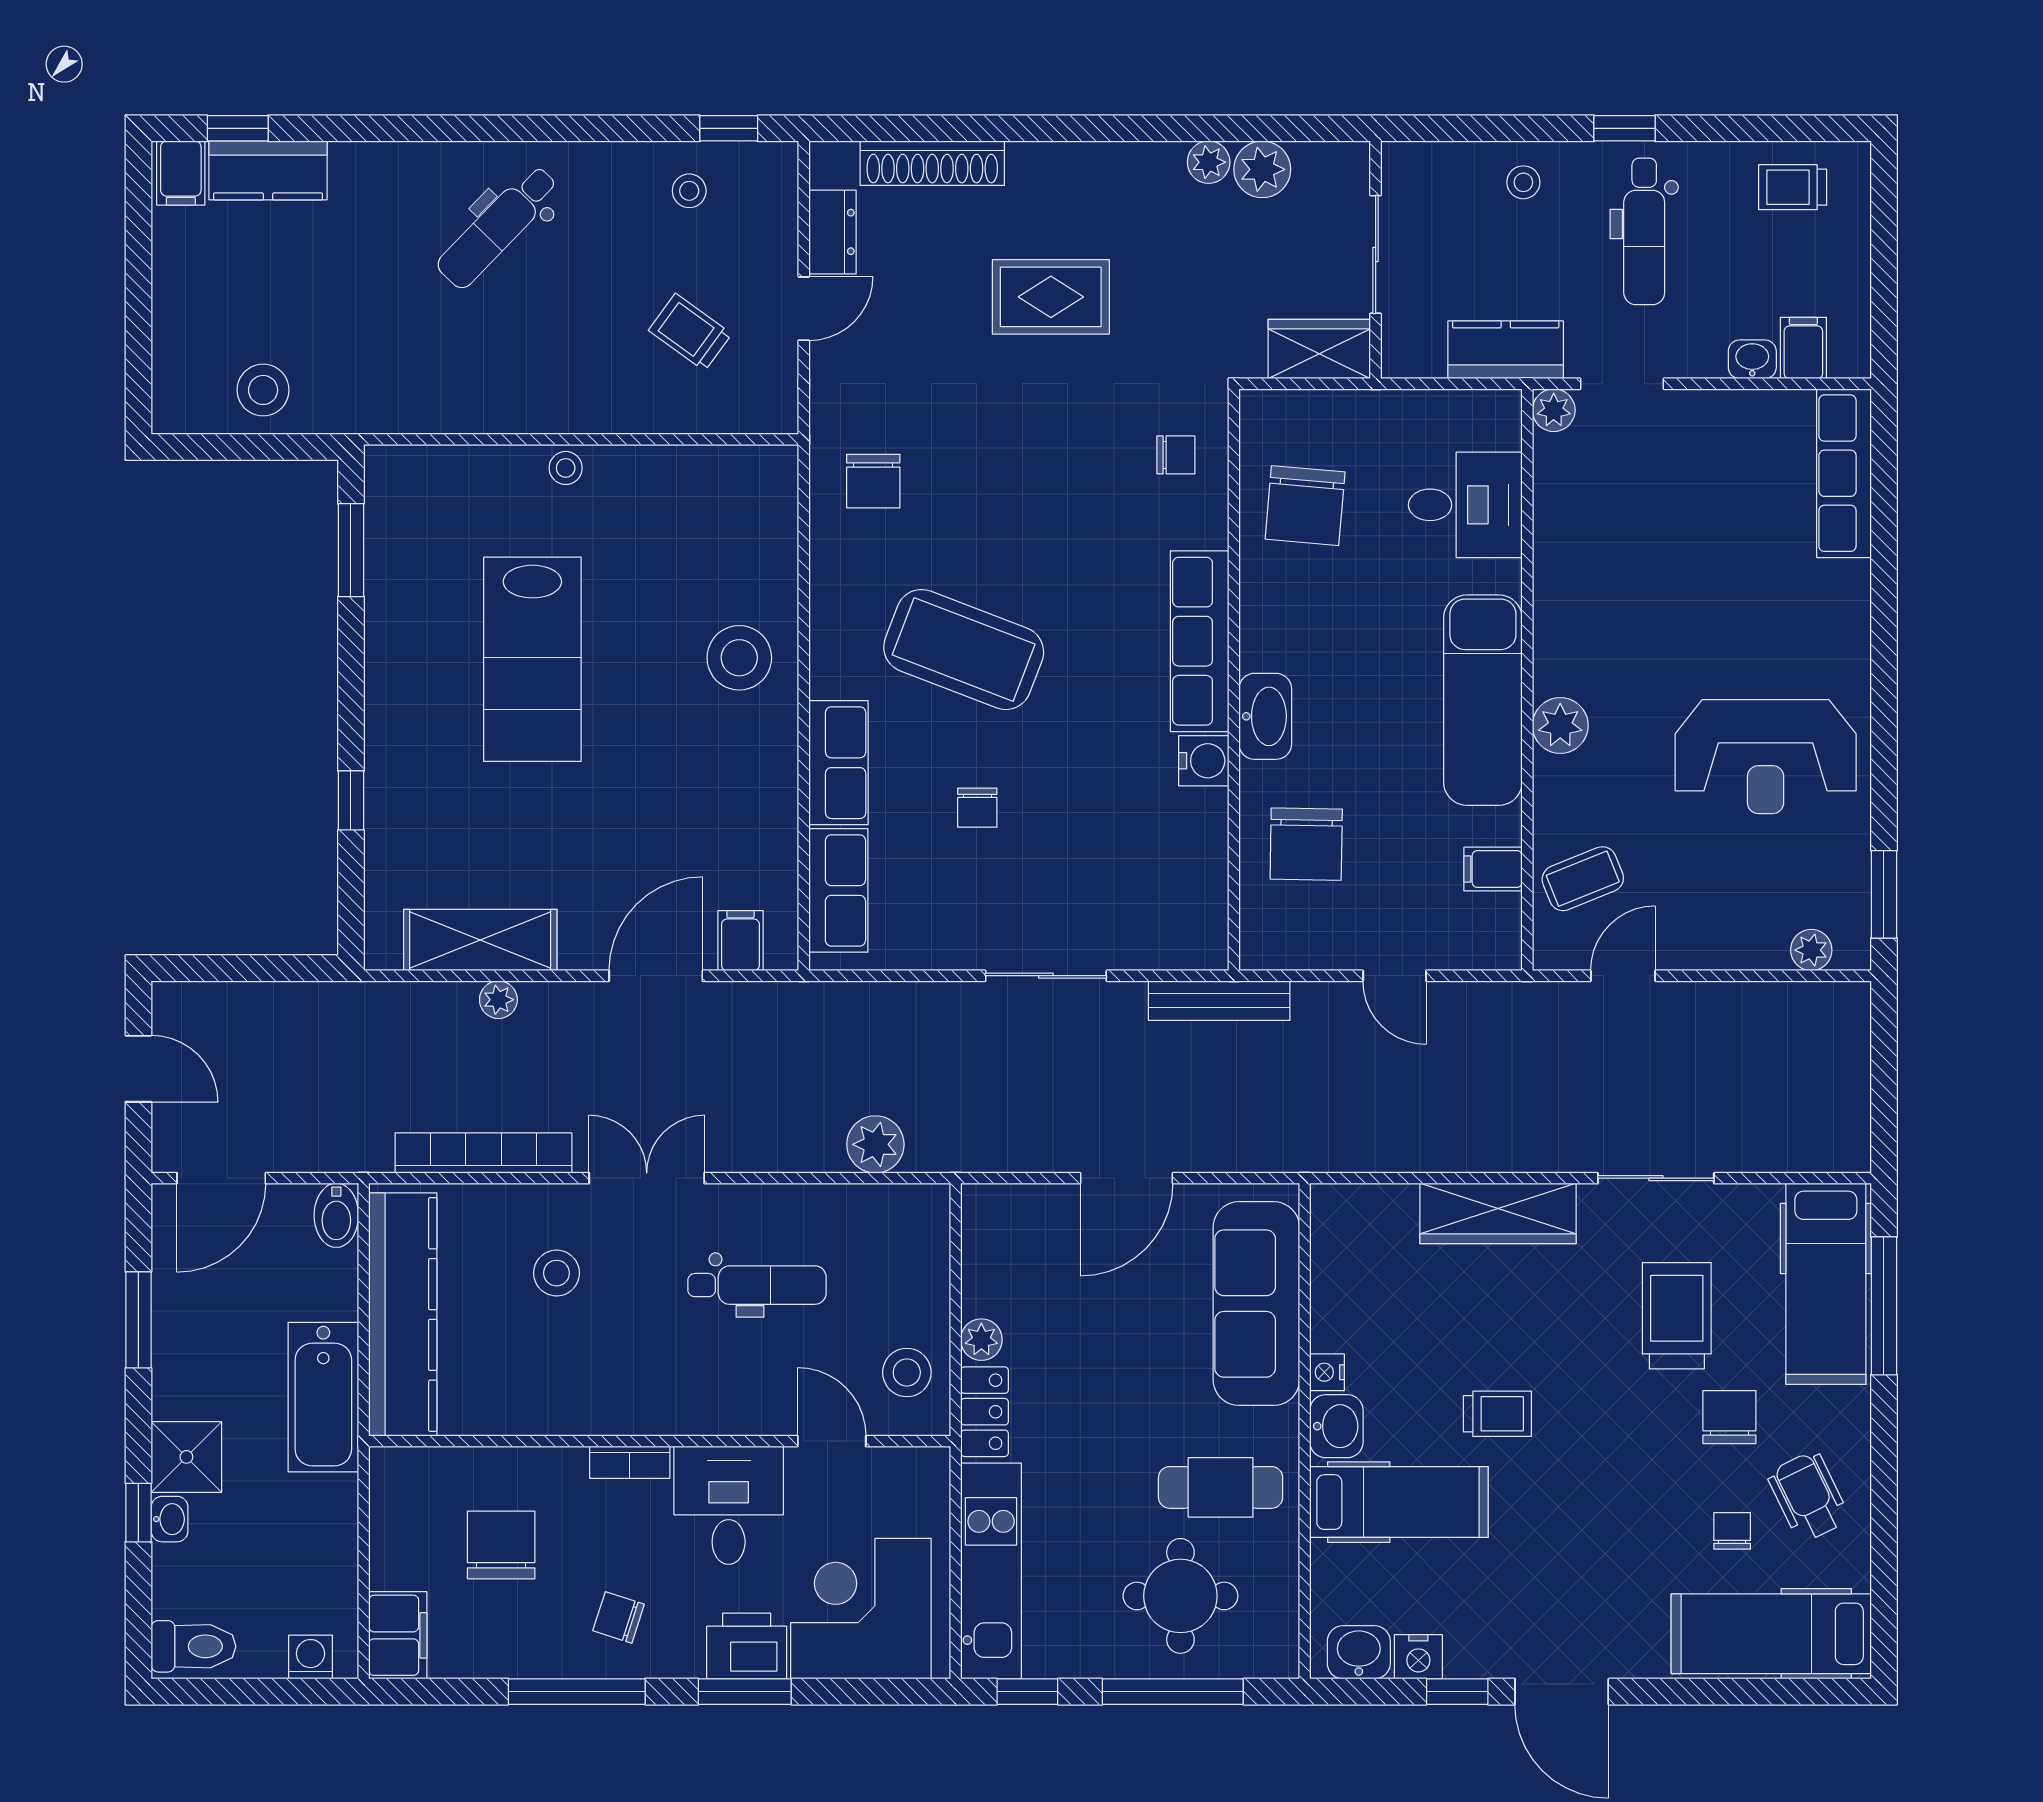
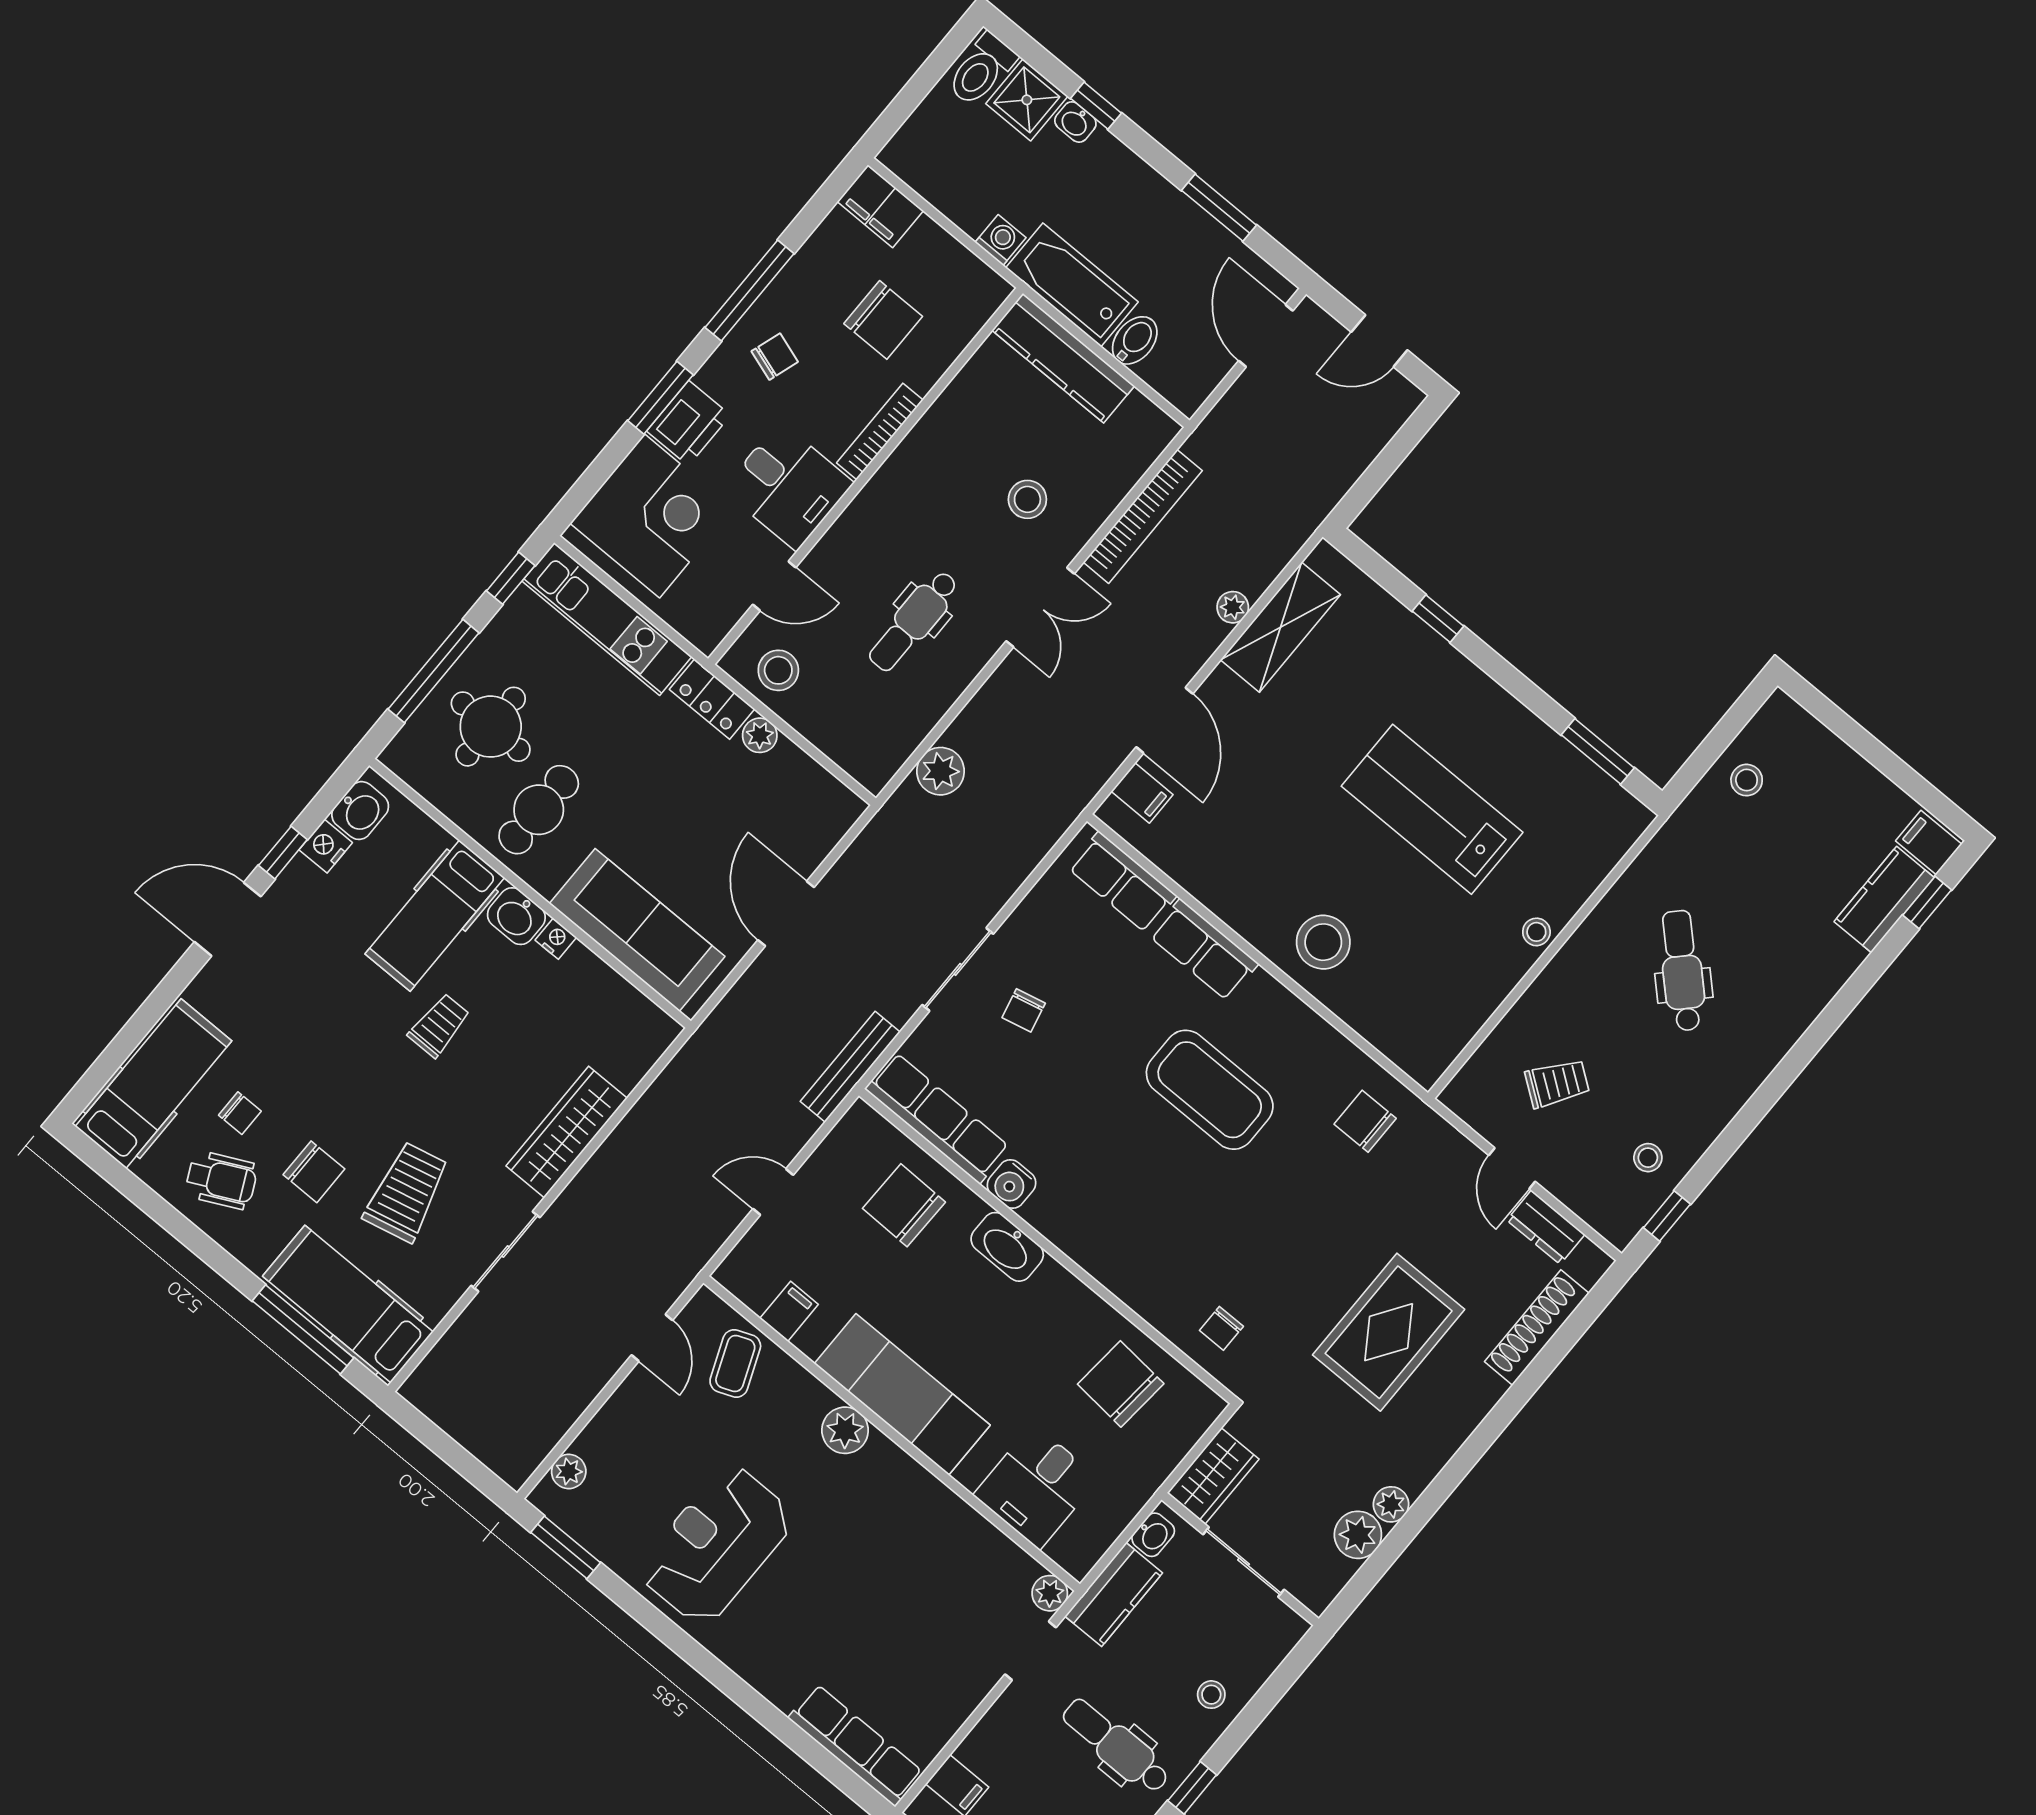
dental chair: (498, 227) -> (1682, 971), moved
rug: (1051, 297) -> (1389, 1332), width x1.36, depth x1.43
washbasin: (1752, 359) -> (1153, 1535), moved
stool: (263, 390) -> (1747, 780), width x0.73, depth x0.73
row of seats: (1200, 641) -> (937, 1118), moved
coffee table: (964, 650) -> (1210, 1090), turned 69
chair: (977, 808) -> (1024, 1010), moved, turned -103
bidet: (336, 1215) -> (1135, 340), moved, turned 90
kitchen counter: (403, 1314) -> (1063, 358), width x0.72, depth x0.86
trolley: (1677, 1316) -> (406, 1192), turned -103
trolley: (1497, 1414) -> (439, 1025), turned 180
shower: (186, 1457) -> (1027, 100), moved
bookcase: (630, 1462) -> (880, 431), width x1.56
washing machine: (310, 1657) -> (1001, 240), moved, turned -90

